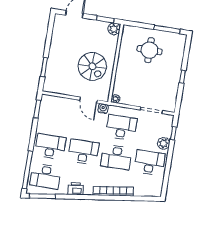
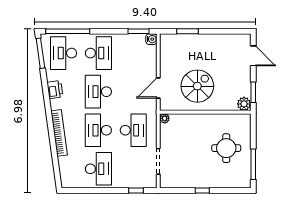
spiral stairs: (92, 66) -> (197, 86), turned 180
water cooler: (103, 108) -> (151, 39), moved
plant: (164, 143) -> (123, 181), removed
desk: (83, 152) -> (98, 92), turned 180

